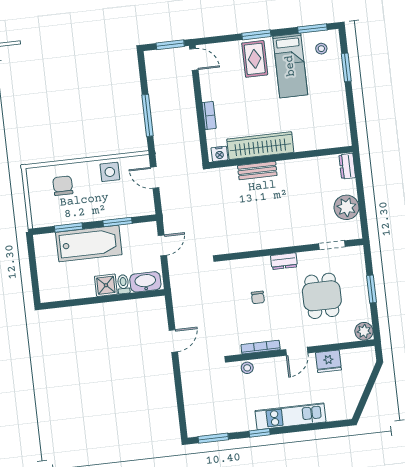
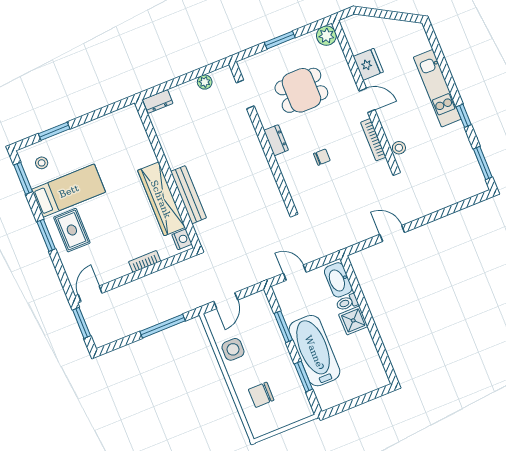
rug: (255, 59) -> (72, 230), turned 90
bench: (257, 171) -> (188, 195), width x1.36
plant: (346, 207) -> (205, 82), width x0.53, depth x0.53

